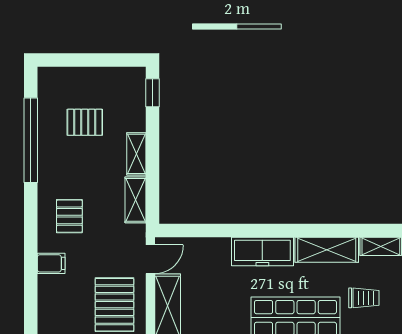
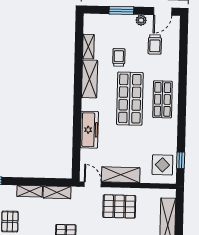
freezer: (262, 251) -> (89, 130), moved

